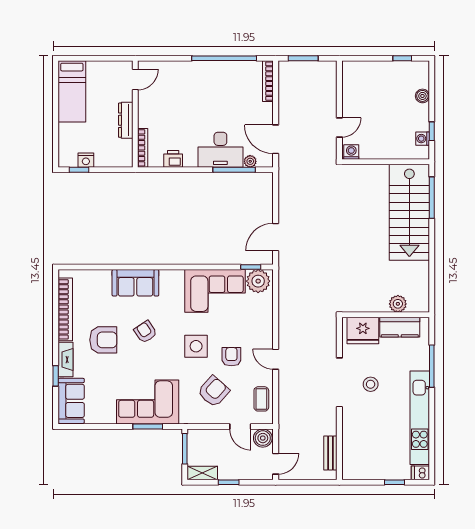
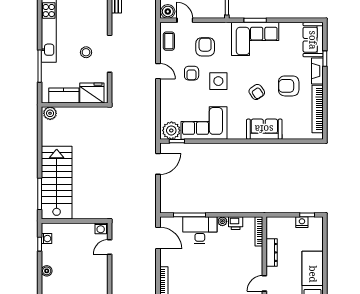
plant: (250, 161) -> (222, 221), moved
plant: (398, 304) -> (50, 113), moved
armchair: (214, 391) -> (205, 47), turned 138

